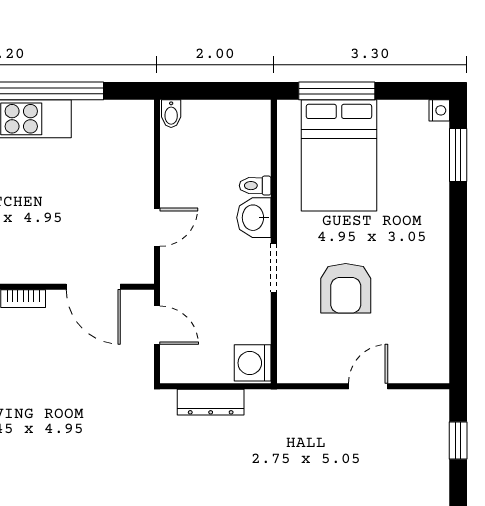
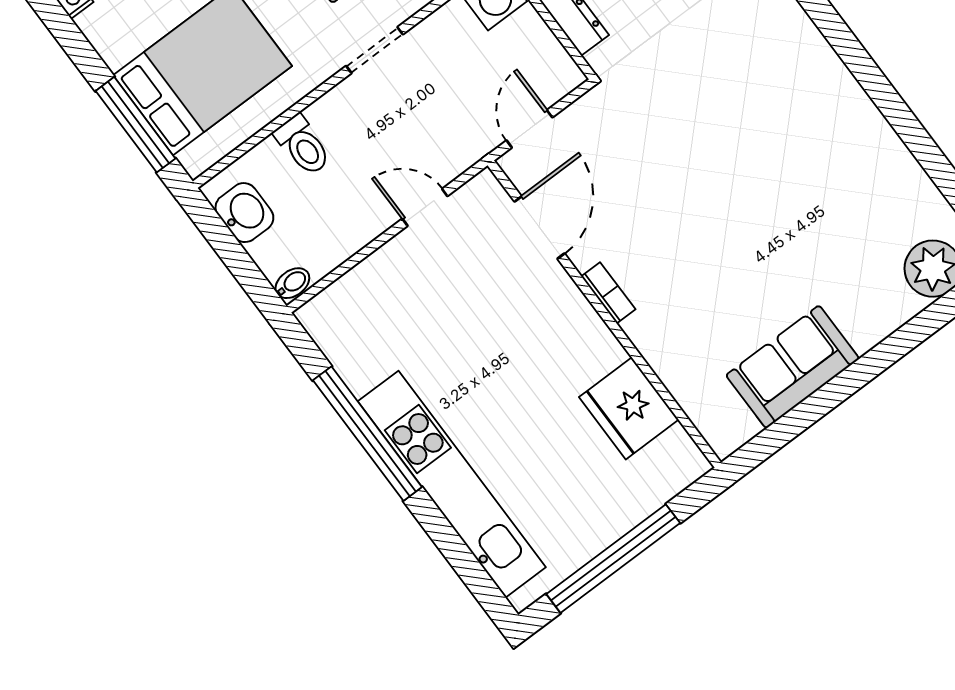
toilet: (255, 186) -> (303, 145), width x1.37, depth x1.39
washbasin: (254, 218) -> (244, 213), moved, turned -90

